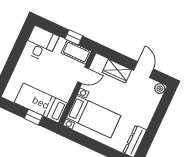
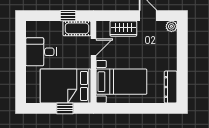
desk: (41, 44) -> (41, 52), moved, turned -90
bed: (41, 103) -> (66, 86), width x1.50

